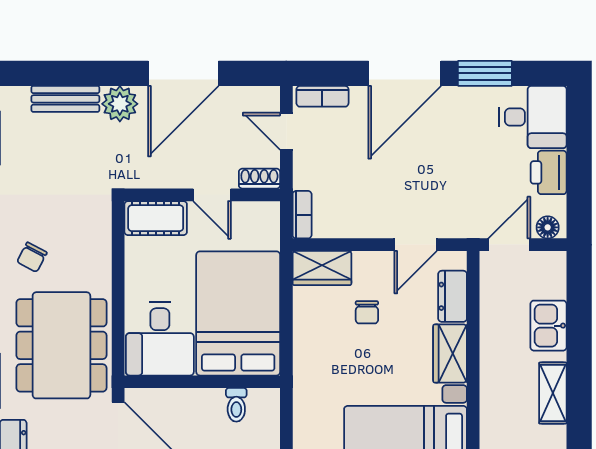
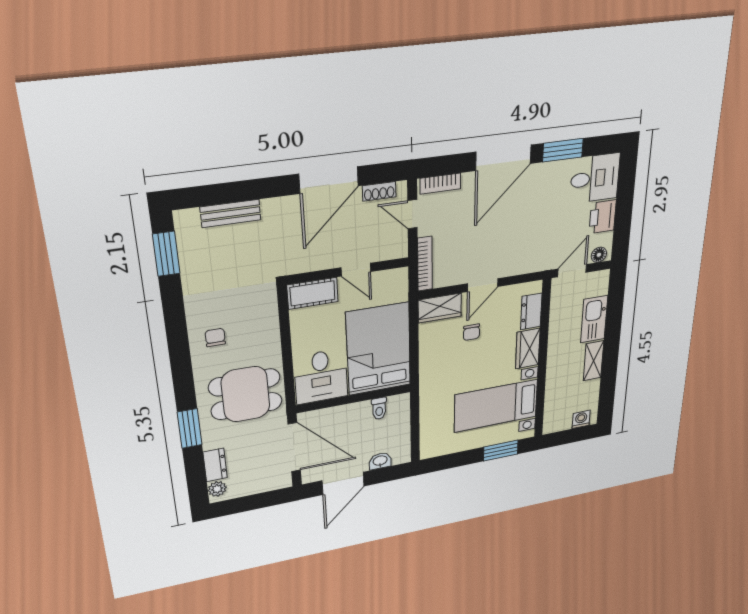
plant: (120, 104) -> (277, 211), removed
shoe rack: (259, 179) -> (379, 191), moved, turned 180
bookcase: (302, 215) -> (425, 264), width x1.56
door: (416, 245) -> (483, 285), moved
chair: (32, 257) -> (215, 337), turned 152
kitchen sink: (548, 326) -> (594, 319), width x1.38
dining table: (61, 345) -> (246, 394), width x0.73

